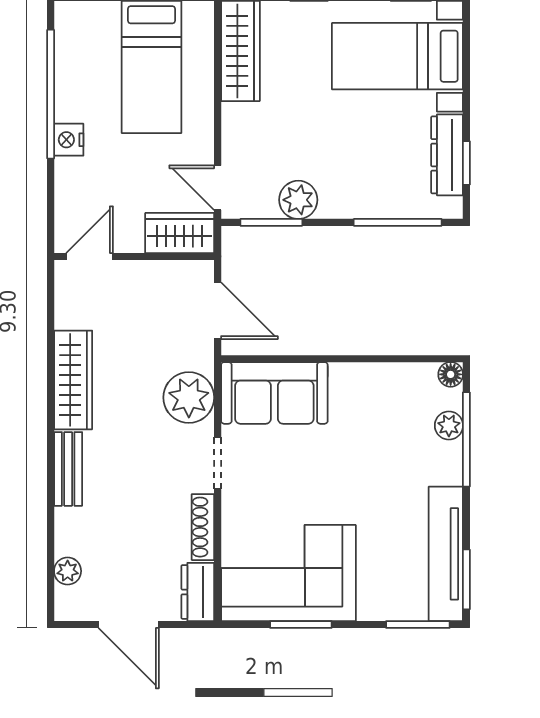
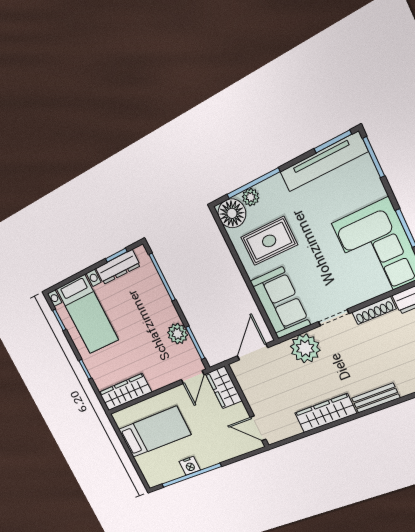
nightstand: (69, 140) -> (190, 466), moved
floor lamp: (451, 374) -> (232, 213), width x1.89, depth x1.89
rug: (374, 422) -> (269, 241), added

